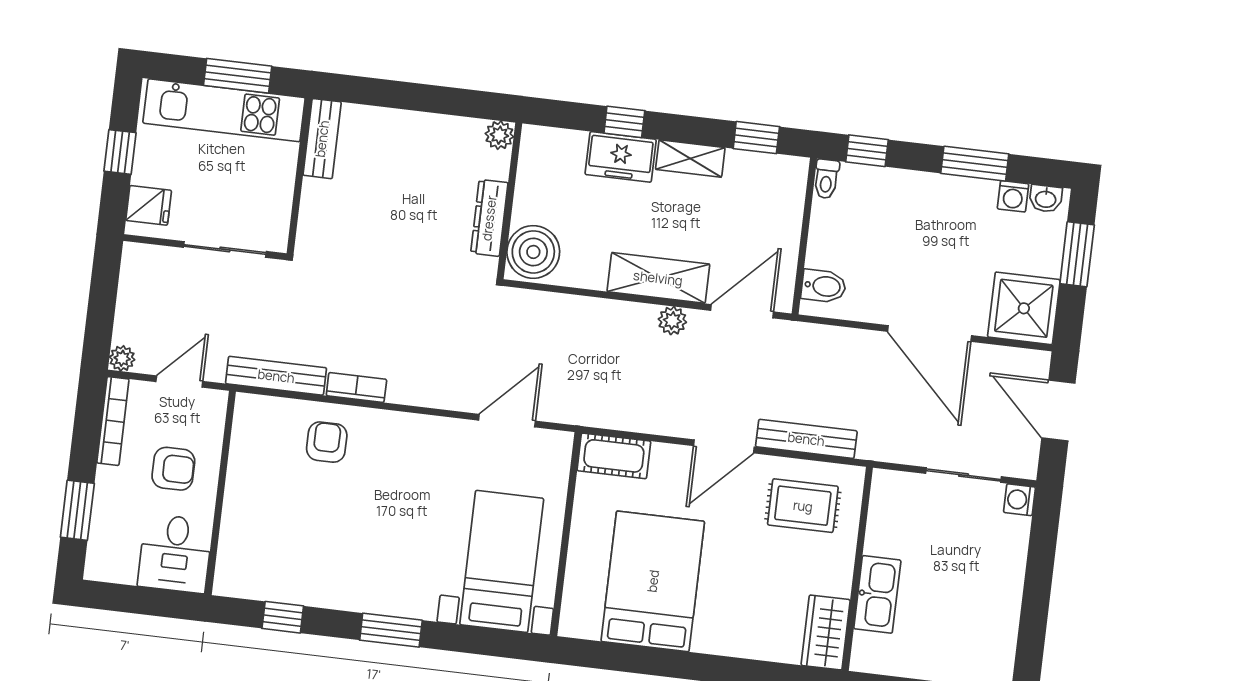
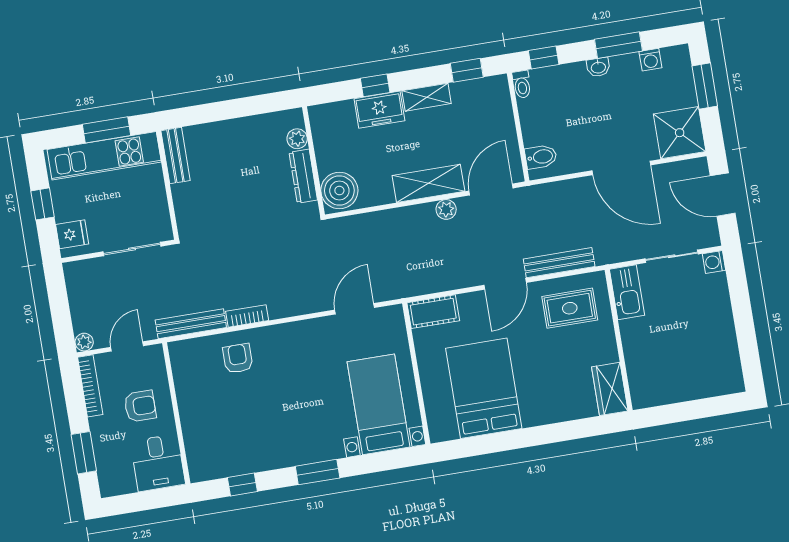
plant: (499, 135) -> (297, 139), moved
washbasin: (1046, 199) -> (598, 67), moved
kitchen sink: (877, 594) -> (627, 292), moved

